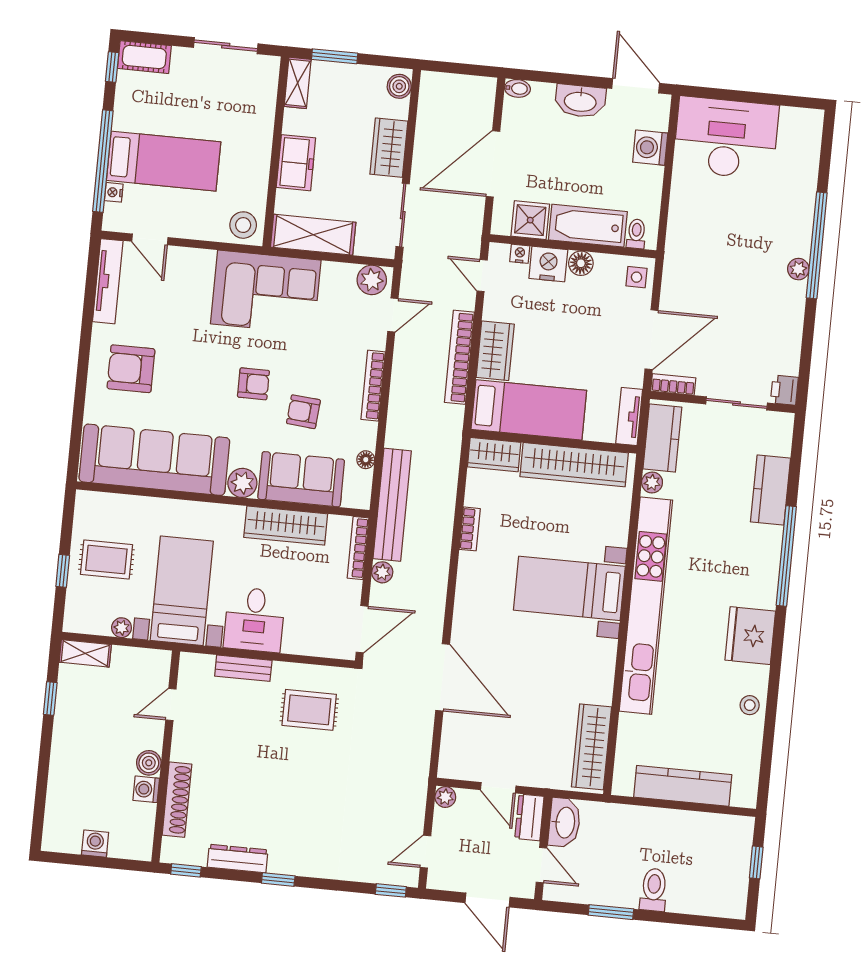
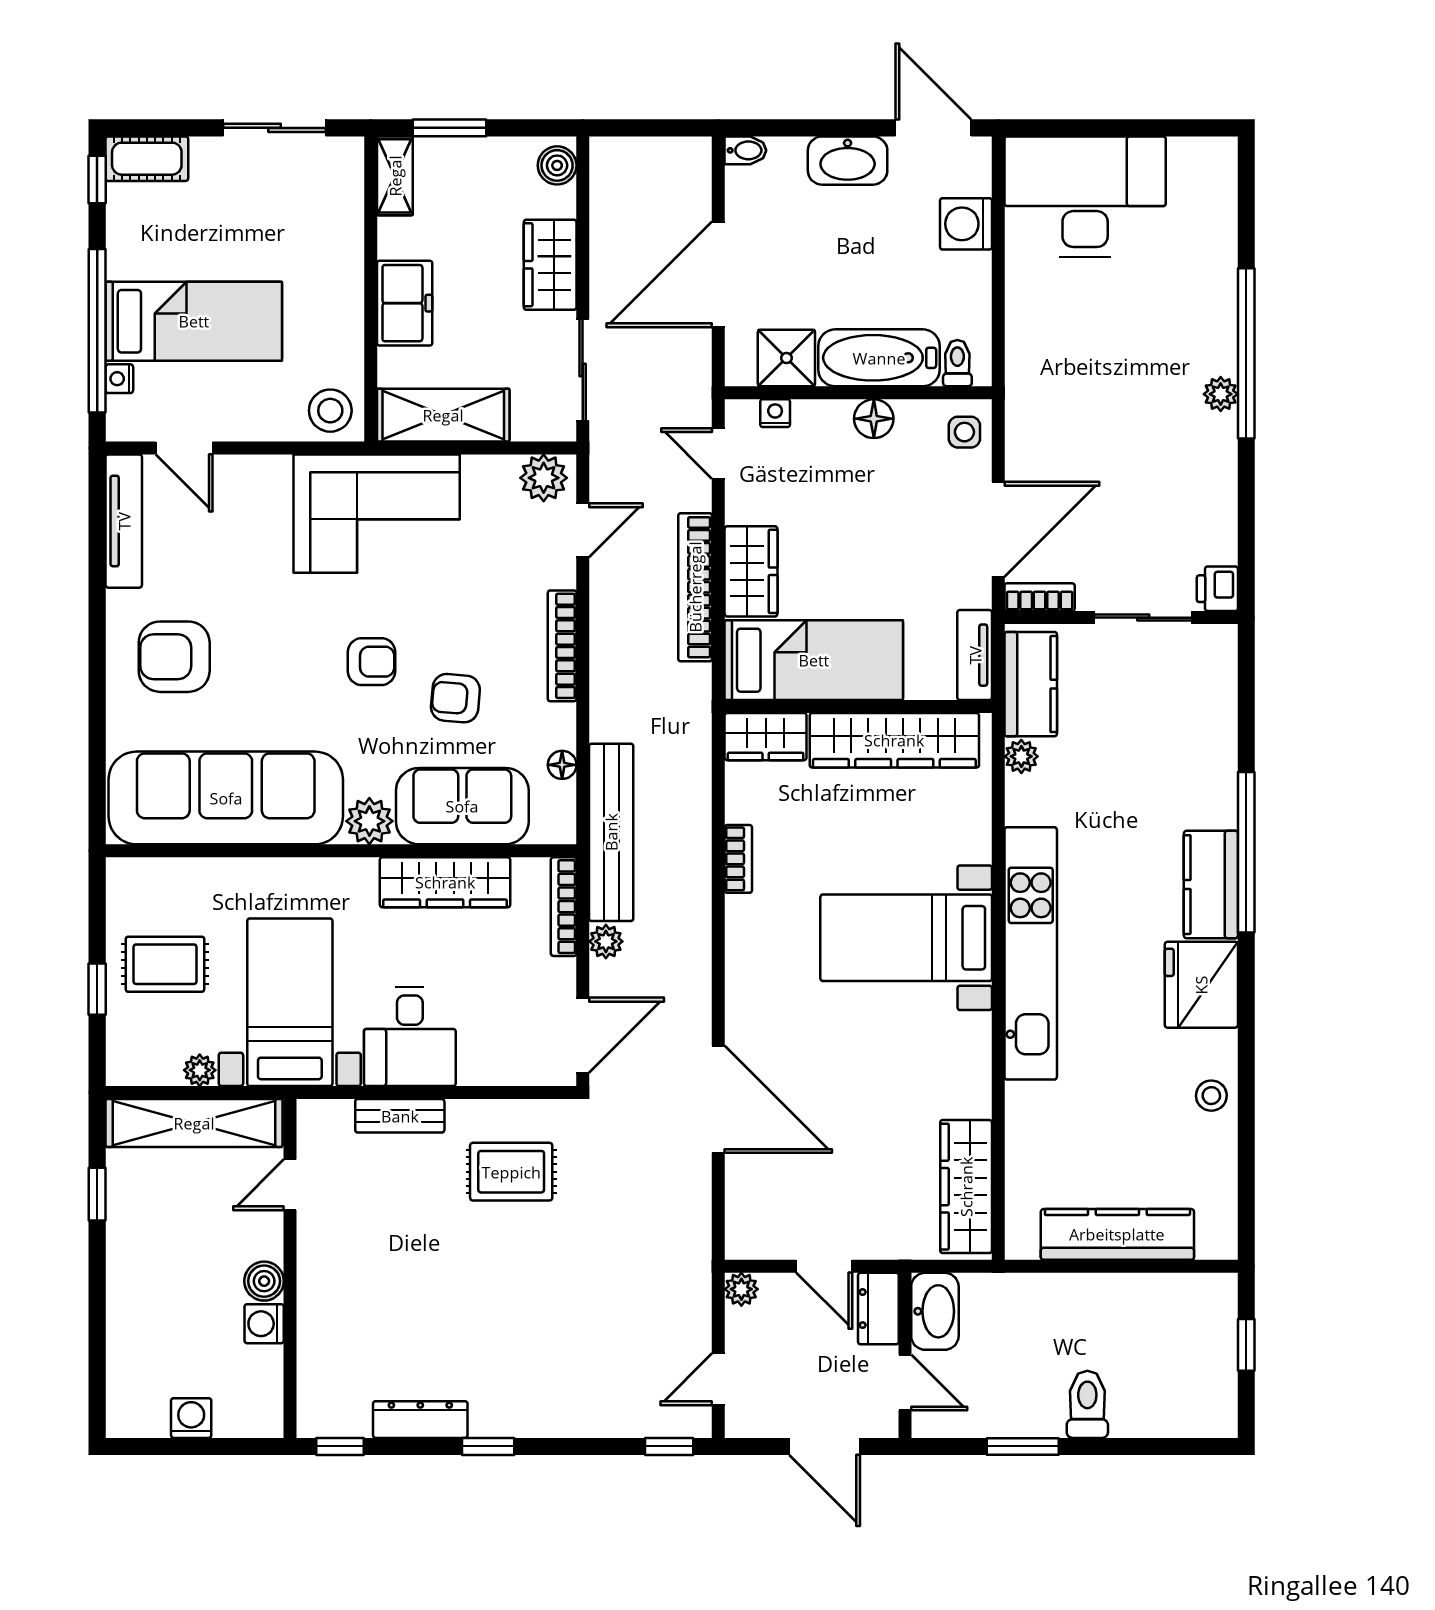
nightstand: (548, 264) -> (822, 425), removed
kitchen counter: (770, 490) -> (1211, 885), moved
kitchen unit: (646, 606) -> (1031, 953), width x0.73
shelving: (85, 653) -> (194, 1123), width x2.20, depth x1.33
shoe rack: (177, 800) -> (315, 1335), removed

